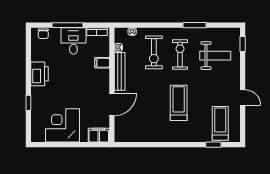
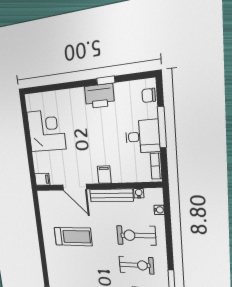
filing cabinet: (102, 63) -> (104, 175), moved
window: (28, 103) -> (106, 80), moved
treadmill: (179, 103) -> (73, 237), moved
filing cabinet: (99, 135) -> (42, 179), width x0.50

